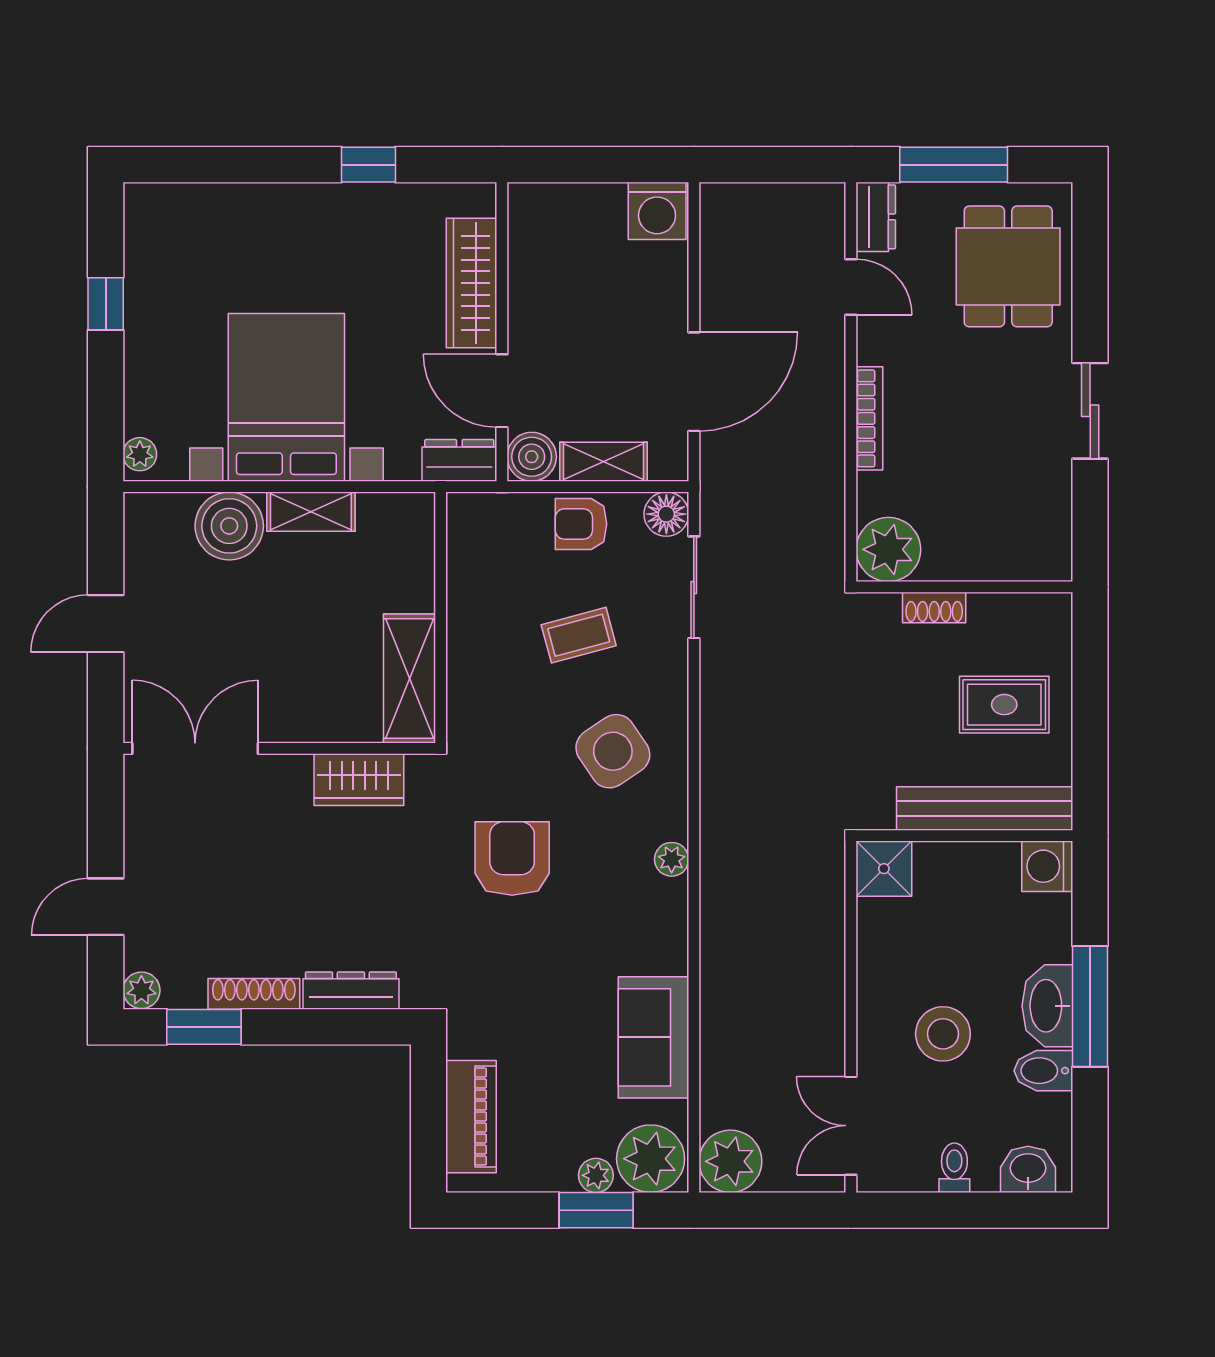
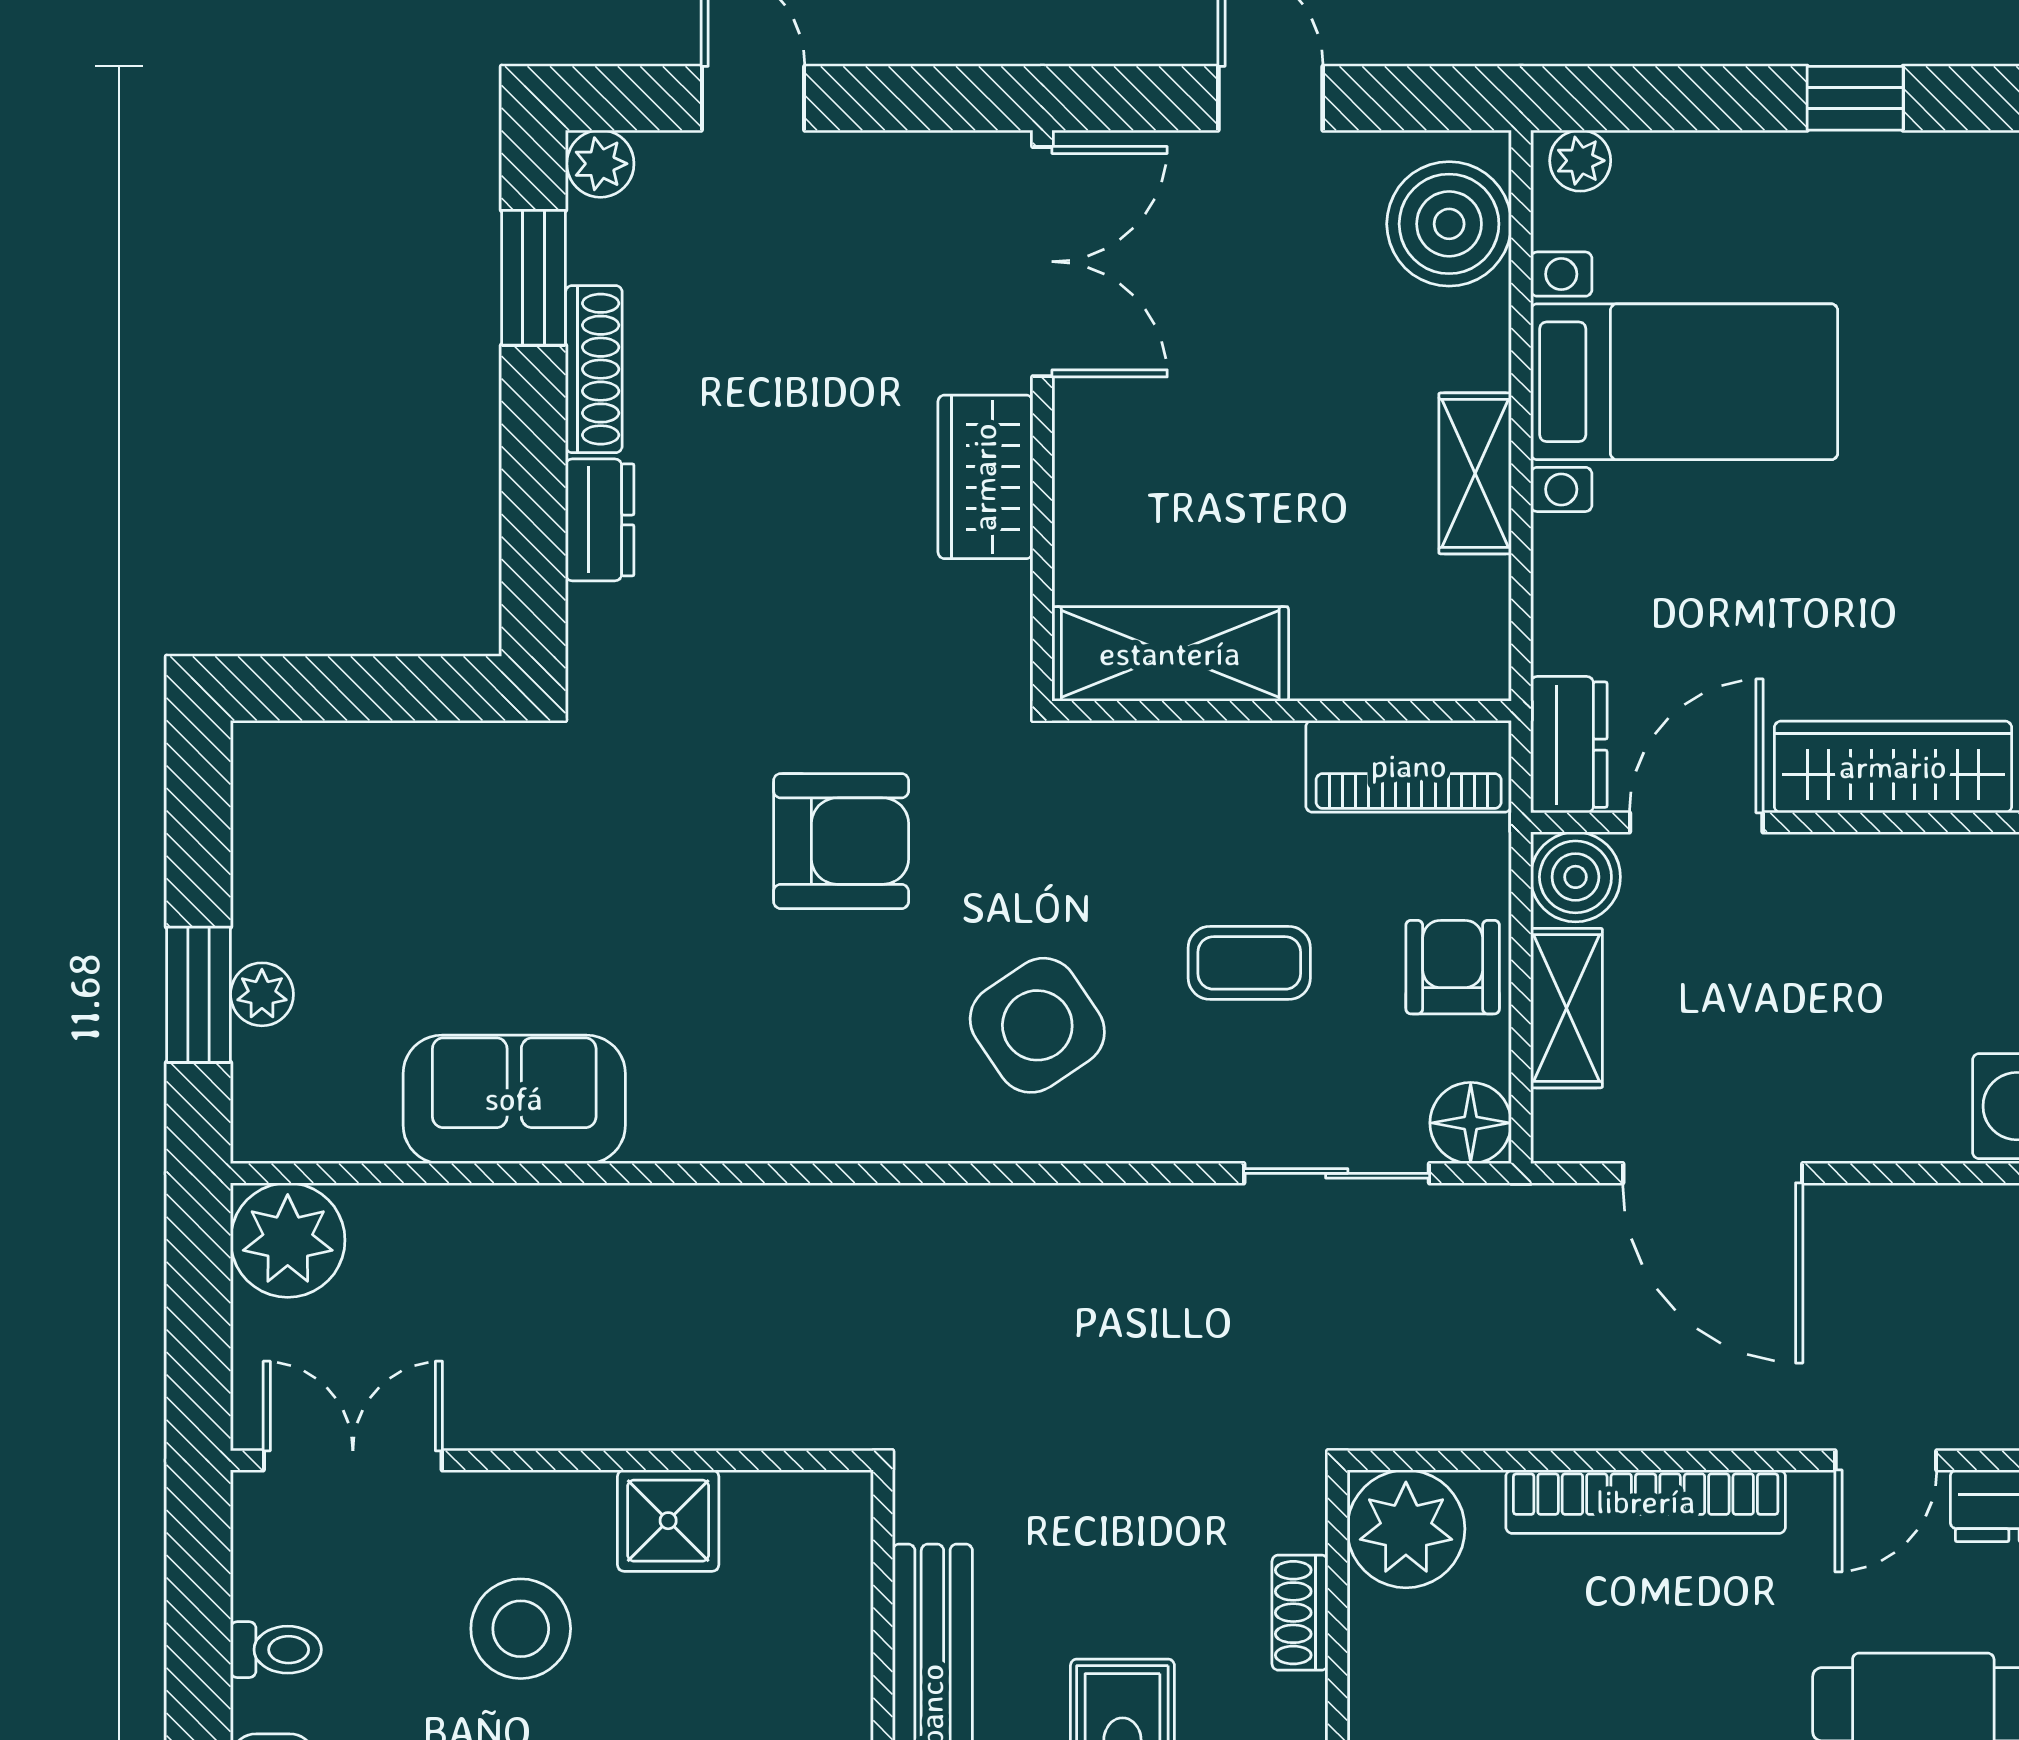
bed with nightstands: (286, 397) -> (1684, 382), width x0.73
bookcase: (869, 418) -> (1646, 1502), width x1.48, depth x1.31
boiler: (229, 526) -> (1449, 224), moved
coffee table: (579, 635) -> (1249, 963), turned -75
wardrobe: (359, 780) -> (985, 477), moved
plant: (672, 859) -> (840, 1133), removed
shower: (884, 869) -> (668, 1521), moved
dresser: (351, 991) -> (600, 520), width x0.70
piano: (471, 1117) -> (1409, 766), moved
plant: (651, 1159) -> (292, 1094), removed

